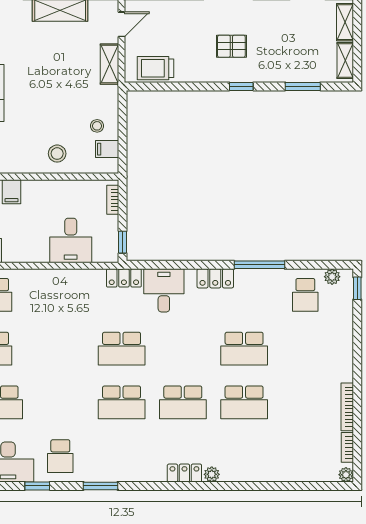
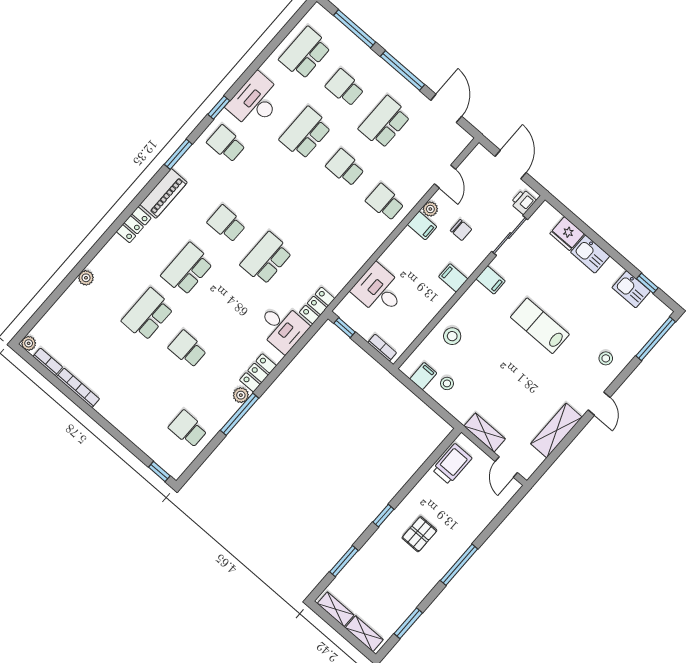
plant: (332, 277) -> (241, 395), moved
school desk: (244, 349) -> (188, 349), width x0.54
school desk: (122, 402) -> (227, 224), width x0.54
piano: (140, 471) -> (164, 193), added
plant: (212, 474) -> (86, 278), moved

